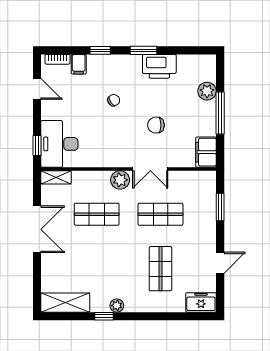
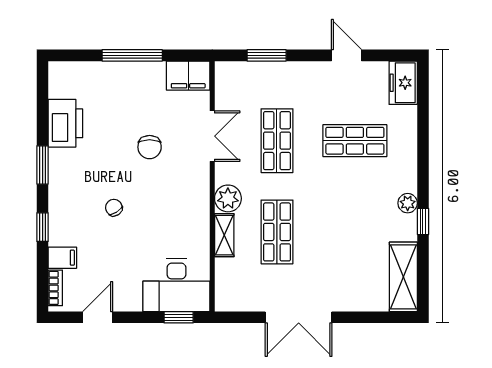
printer: (159, 66) -> (65, 123), moved
plant: (207, 91) -> (101, 74), removed
double door: (150, 169) -> (212, 136), moved
shelving: (56, 177) -> (224, 235), moved
double door: (37, 229) -> (299, 317), swing flipped

